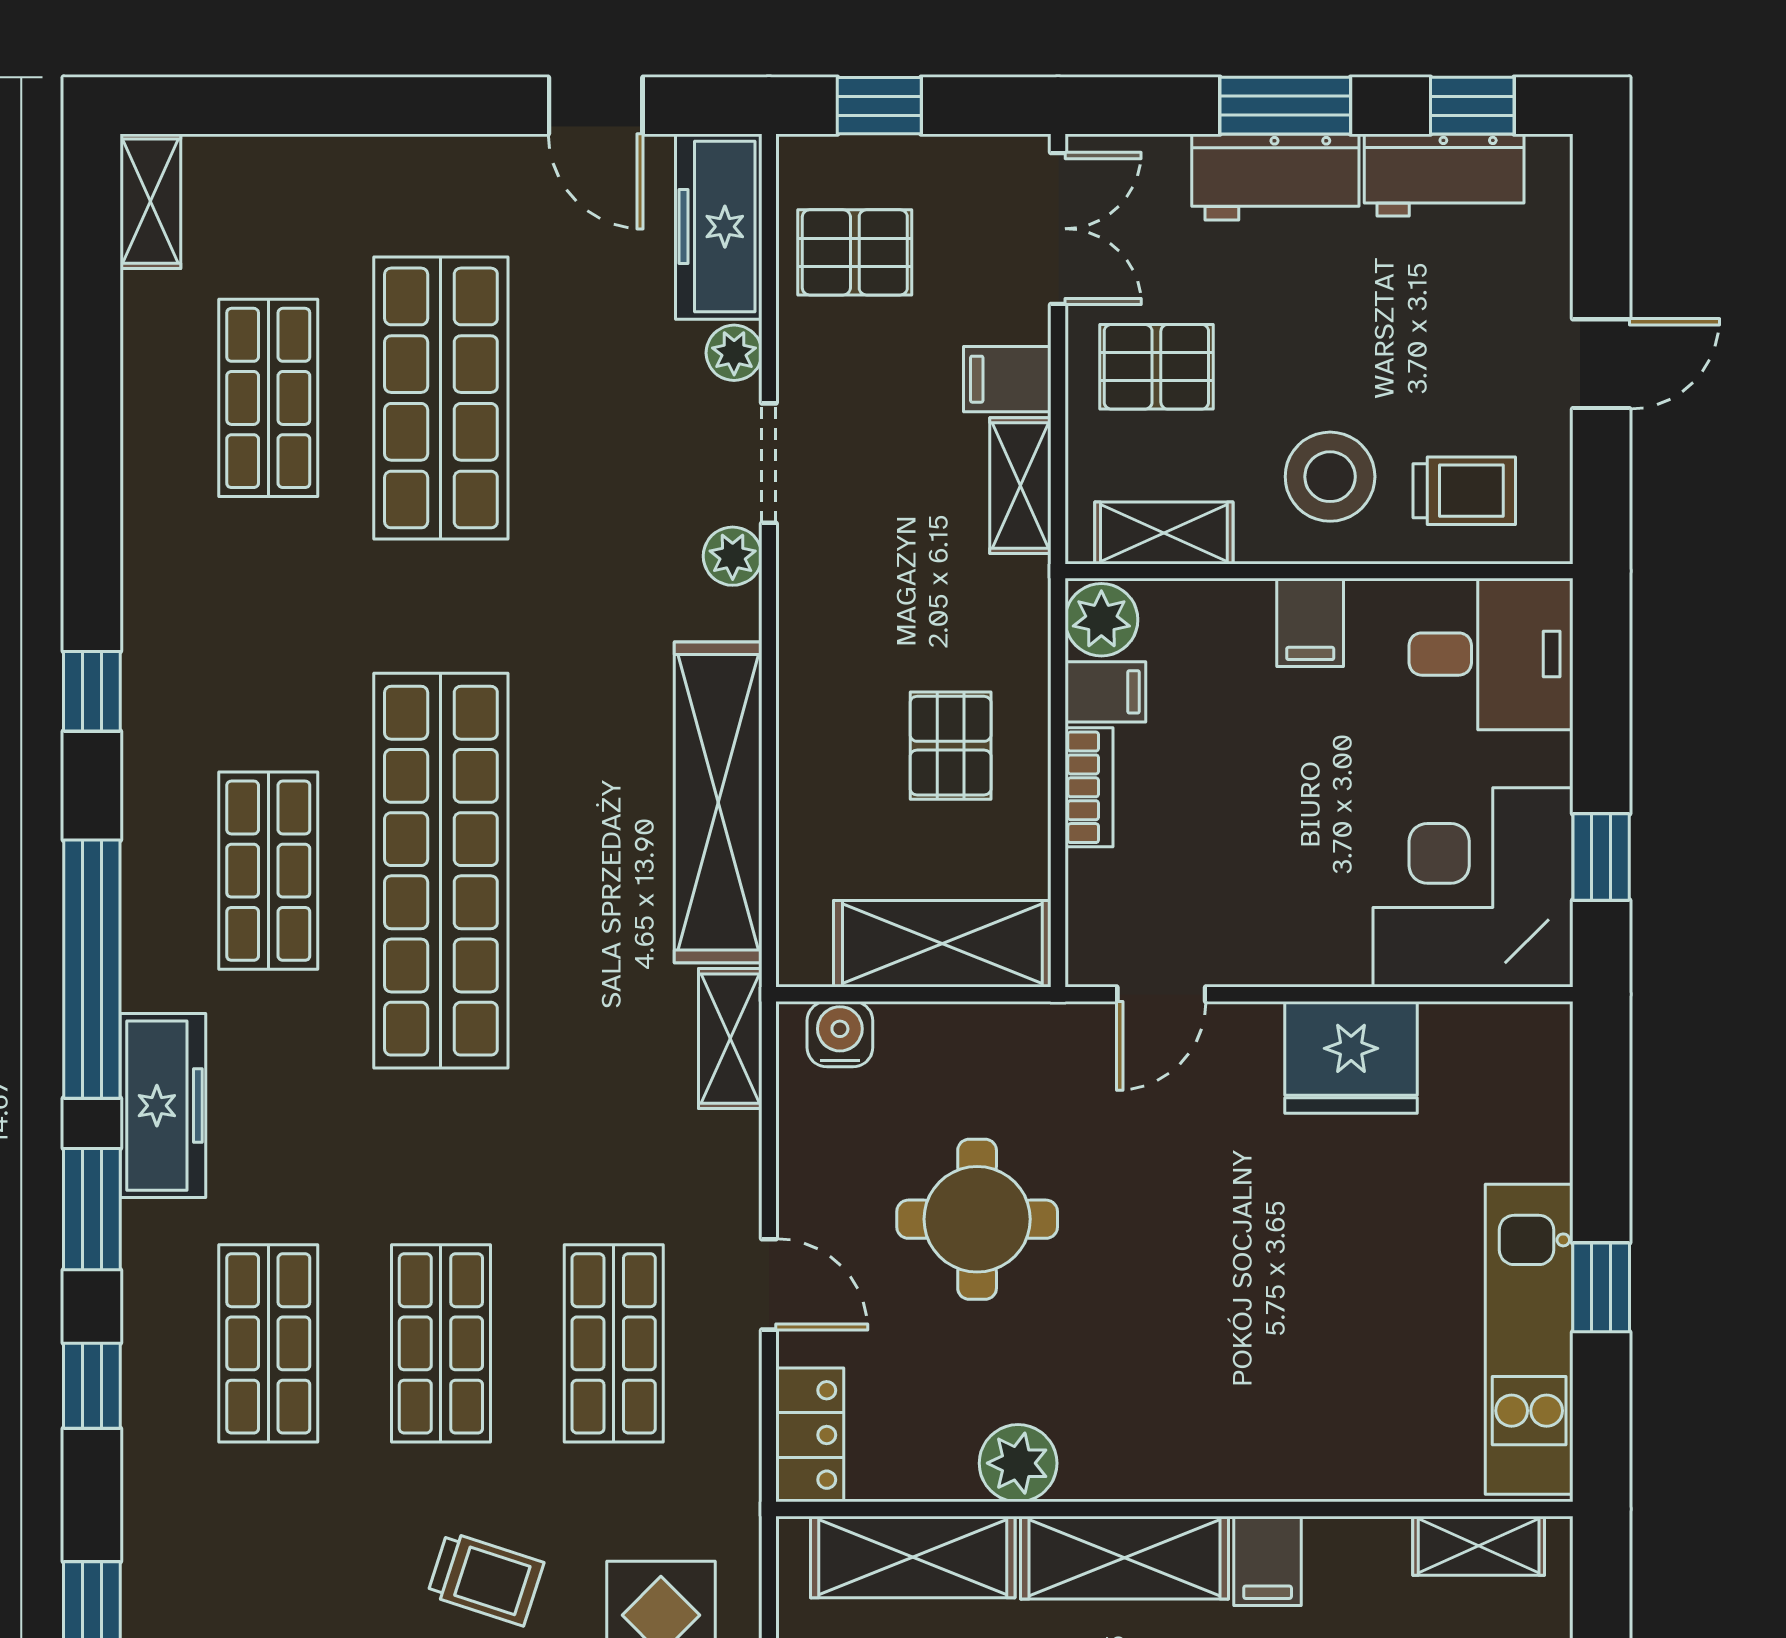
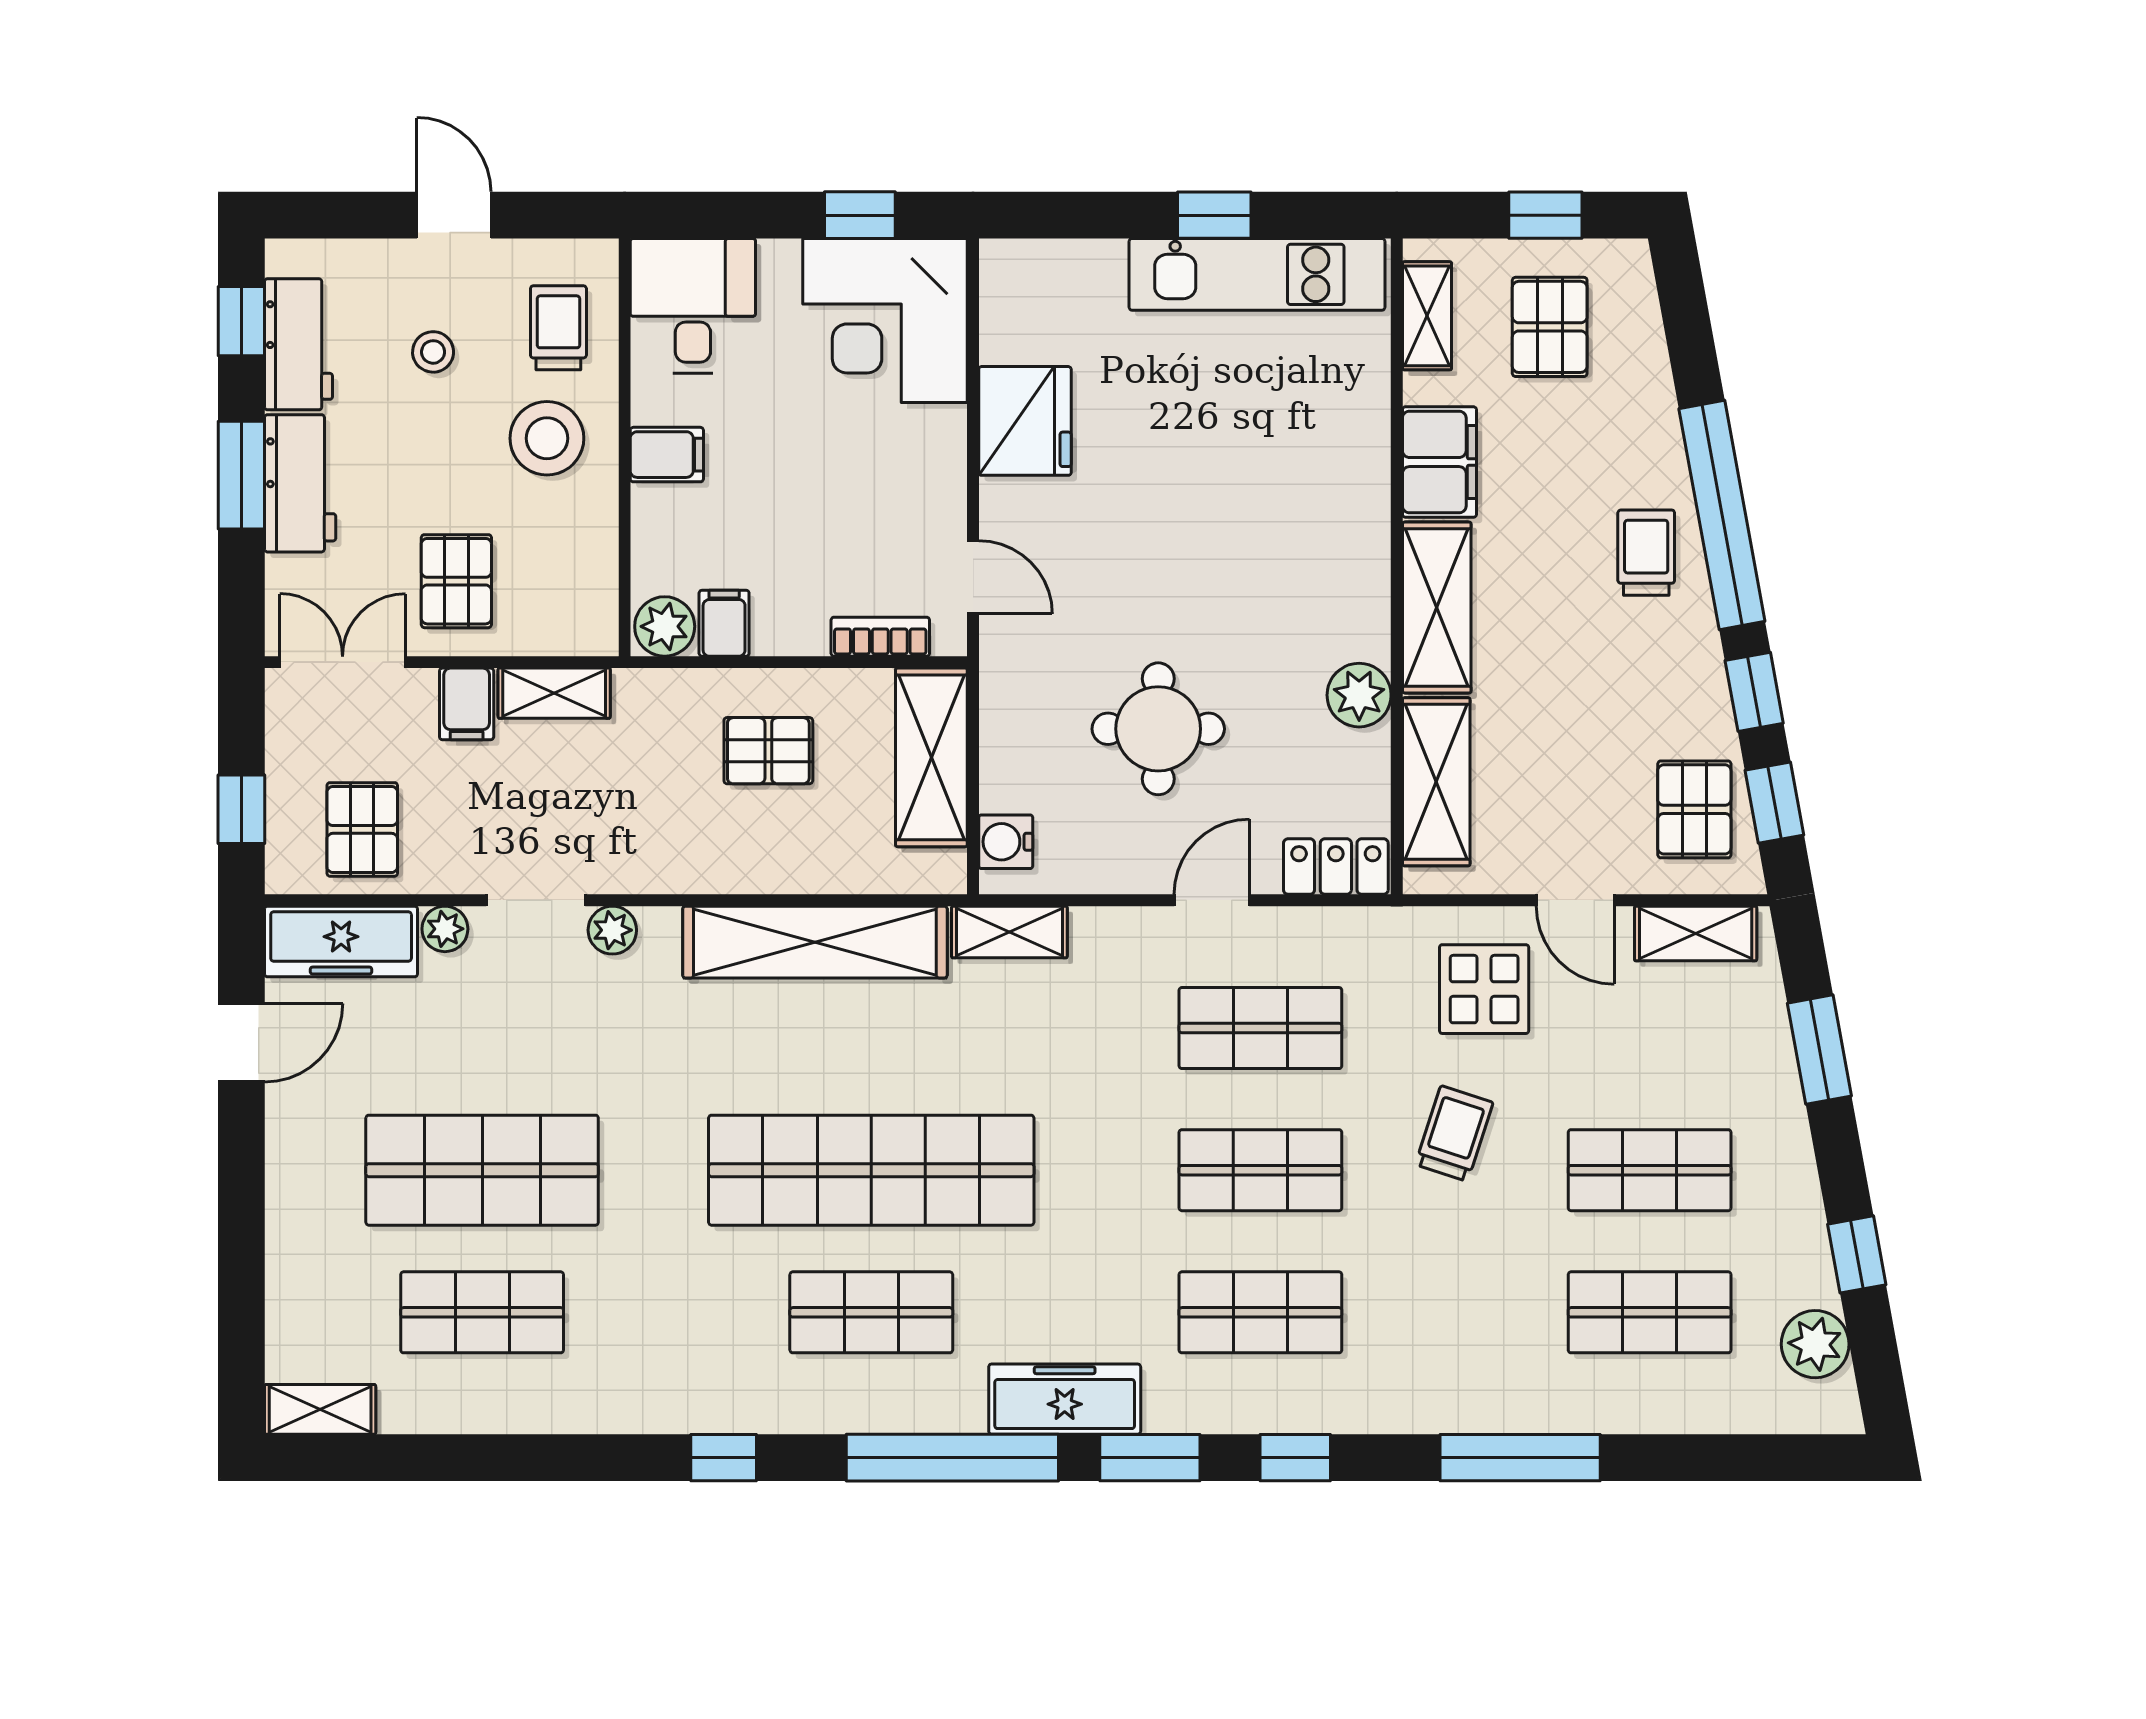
stool: (1435, 338) -> (433, 352), added
shelving: (1164, 533) -> (593, 575), removed
bookcase: (1089, 787) -> (880, 637), moved
filing cabinet: (1268, 1561) -> (1439, 462), width x2.00

